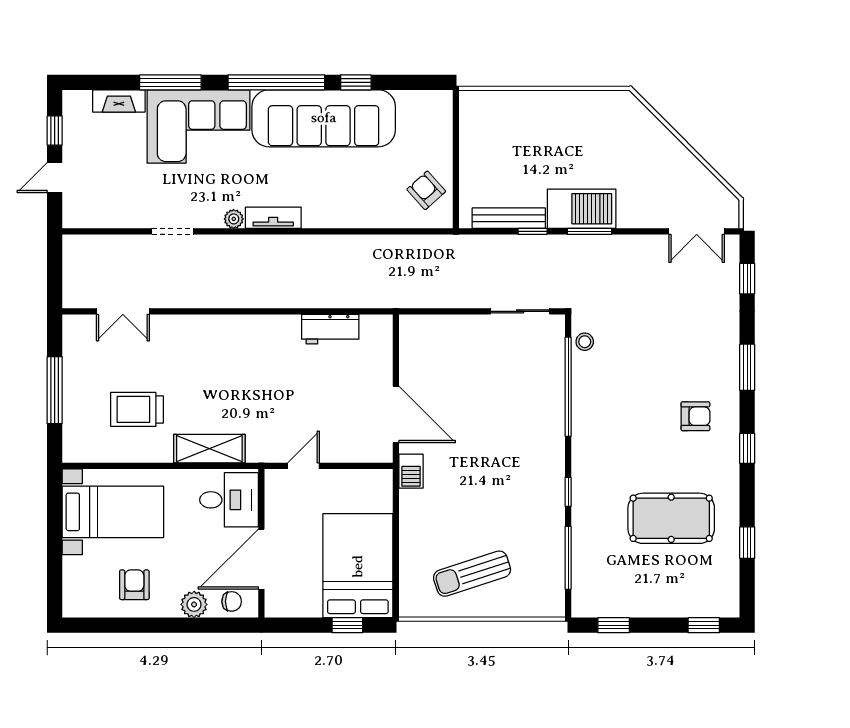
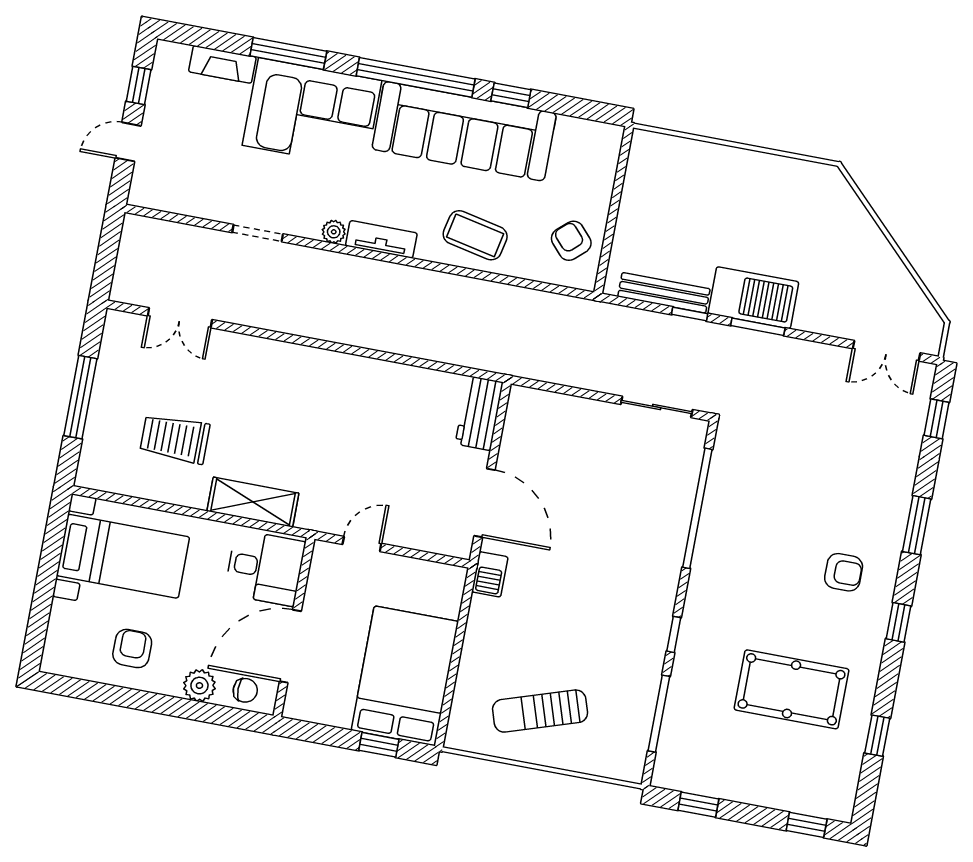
coffee table: (348, 200) -> (475, 235), added
workbench: (330, 329) -> (479, 413), moved, turned 90
stool: (585, 342) -> (727, 458), removed

